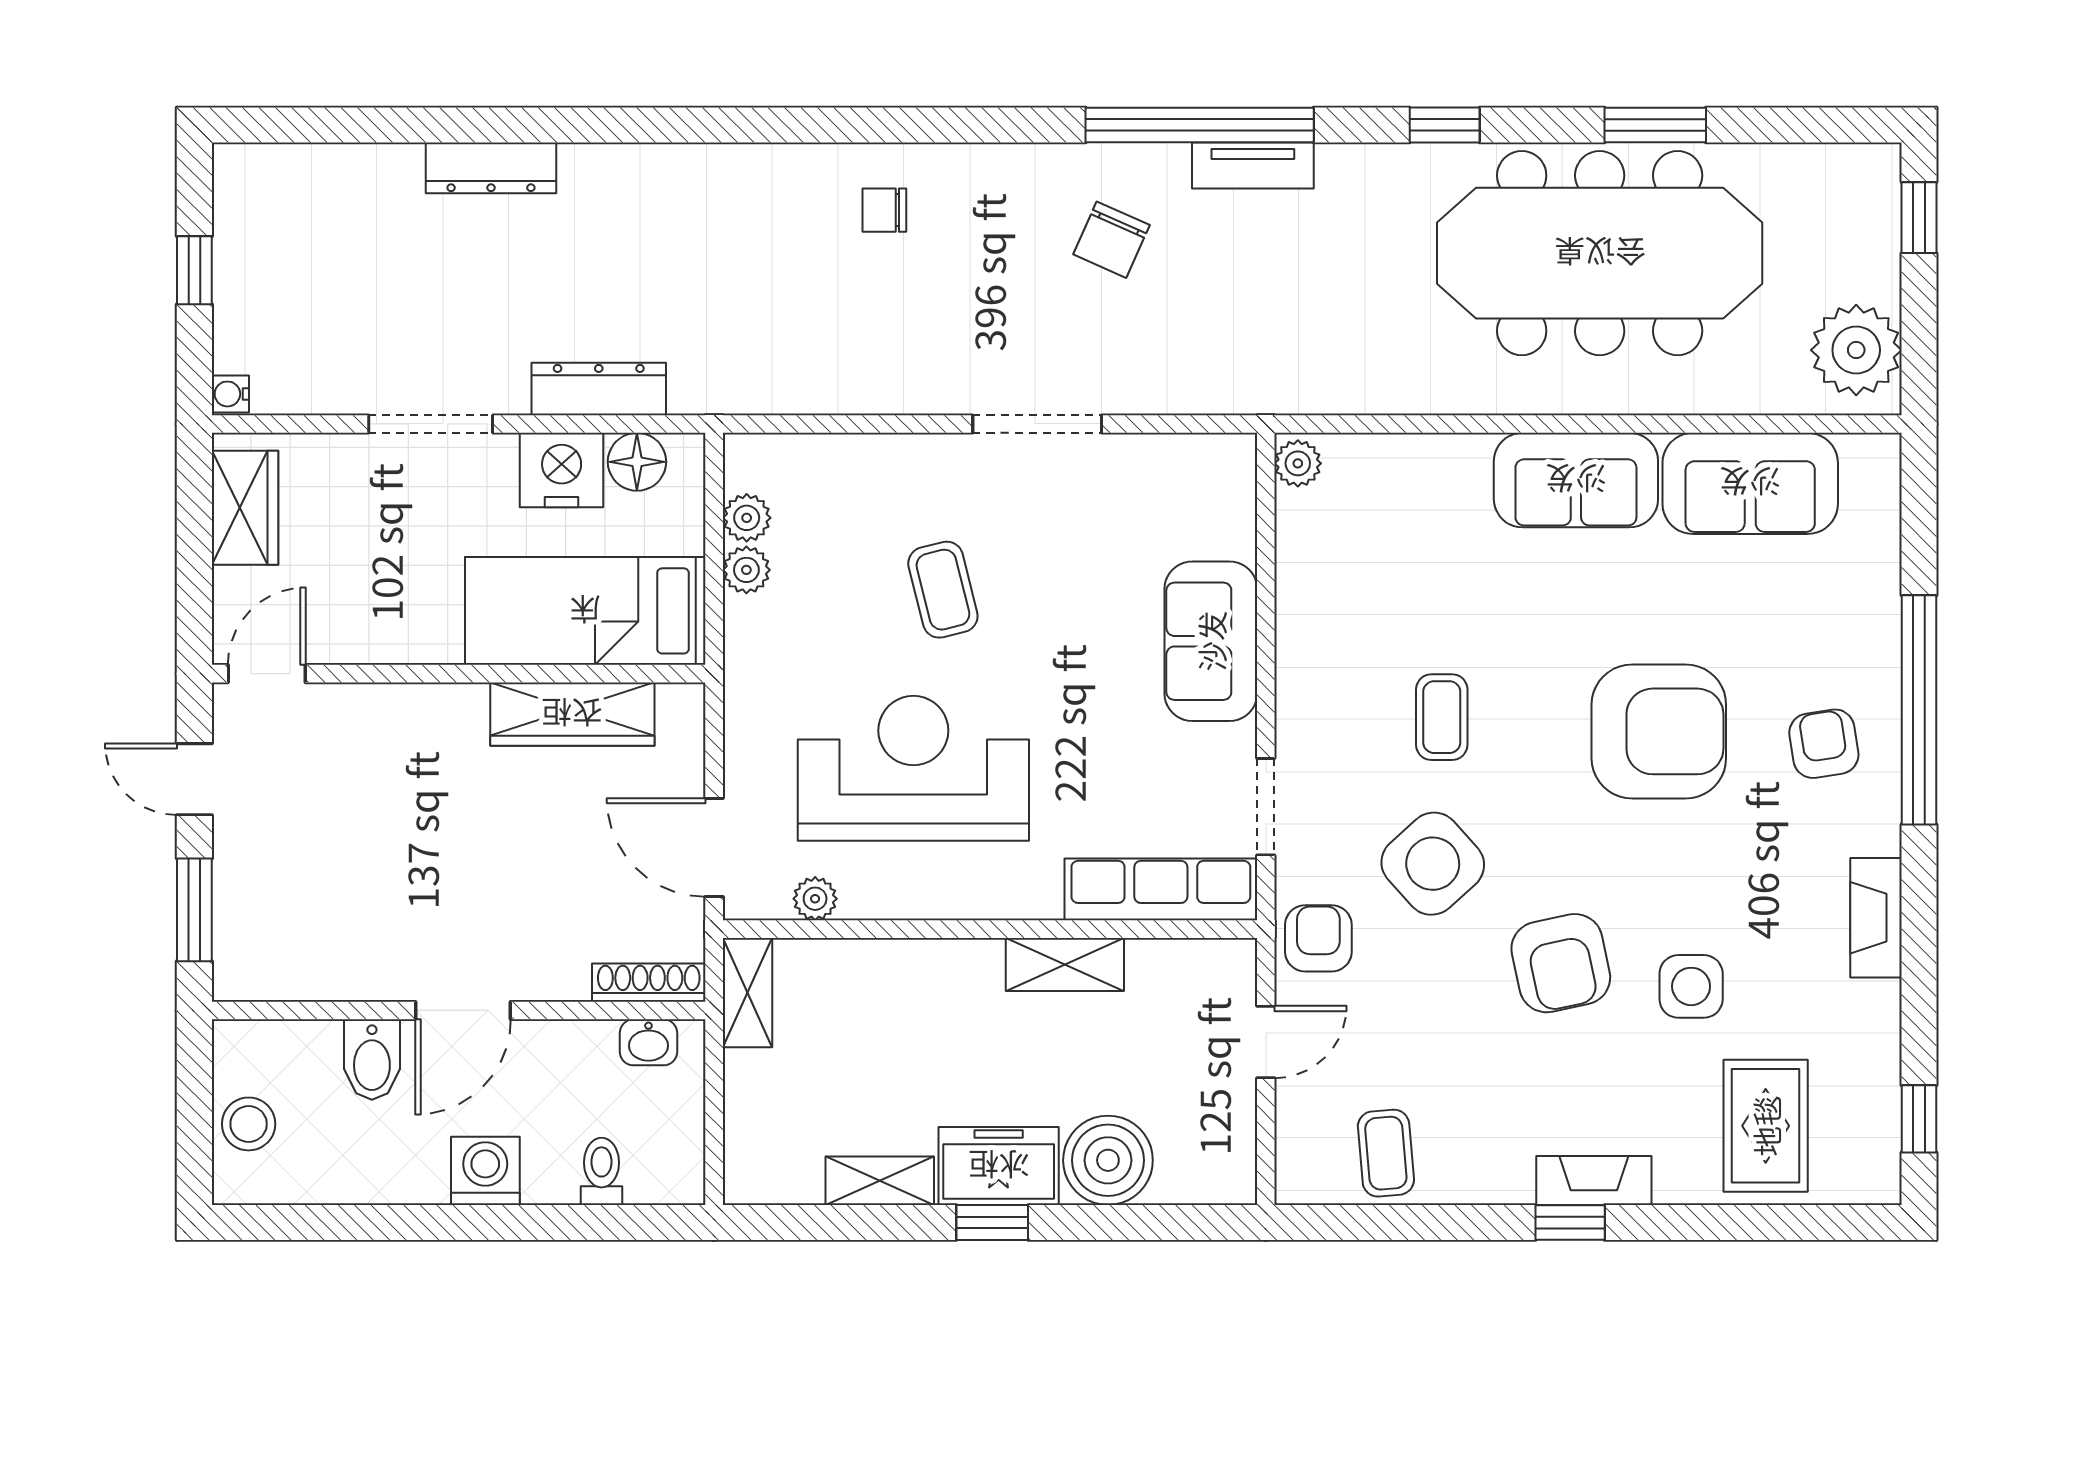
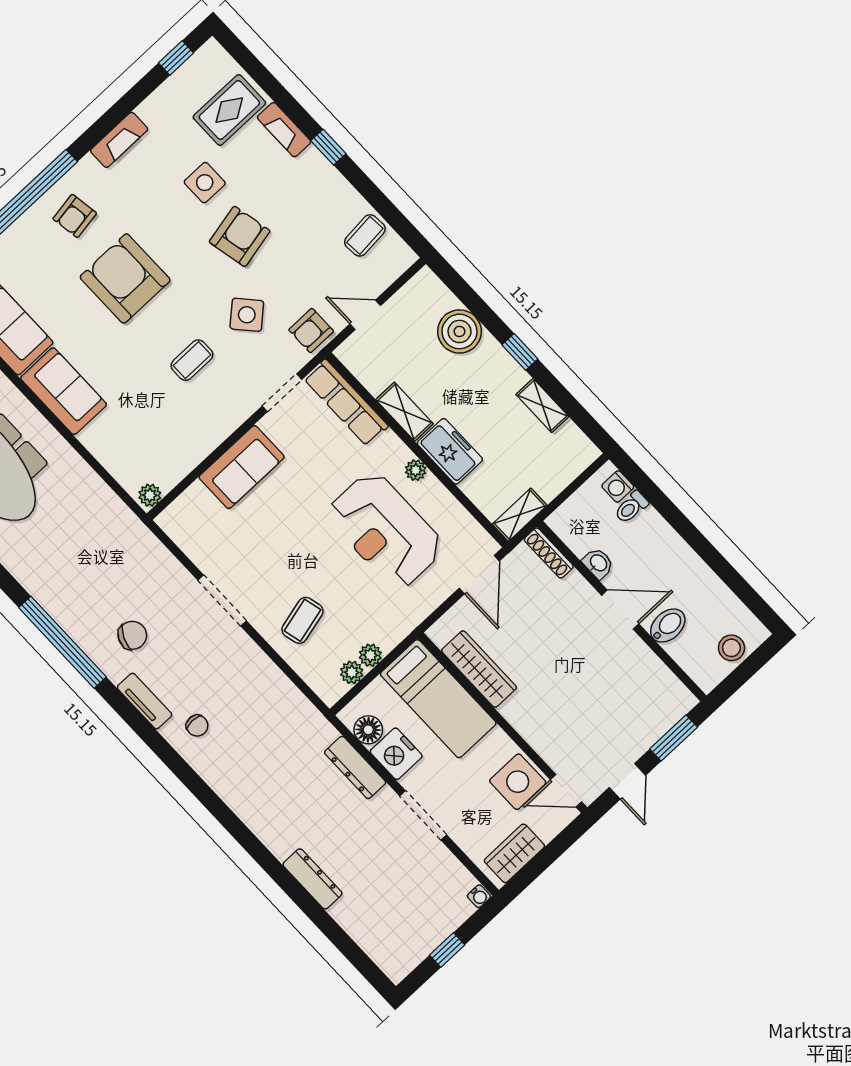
tv unit: (1253, 166) -> (145, 701), moved
coffee table: (943, 590) -> (303, 620), moved
side table: (348, 614) -> (518, 782), added
side table: (1433, 864) -> (247, 315), width x0.73, depth x0.73
plant: (815, 899) -> (416, 470), moved
washbasin: (648, 1042) -> (598, 563), moved
freezer: (999, 1166) -> (450, 451), moved, turned 180
washing machine: (485, 1171) -> (618, 486), moved, width x0.73, depth x0.73
fireplace: (1594, 1180) -> (284, 130), moved

